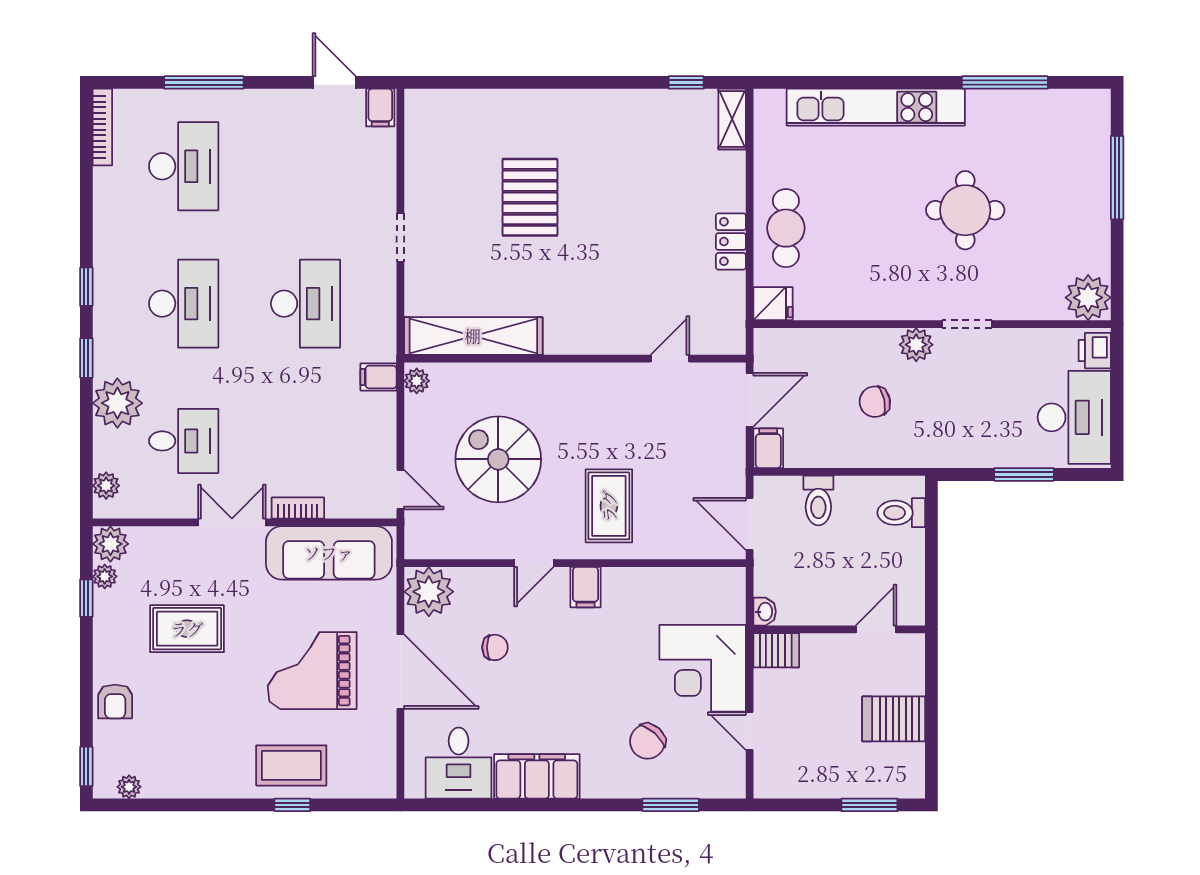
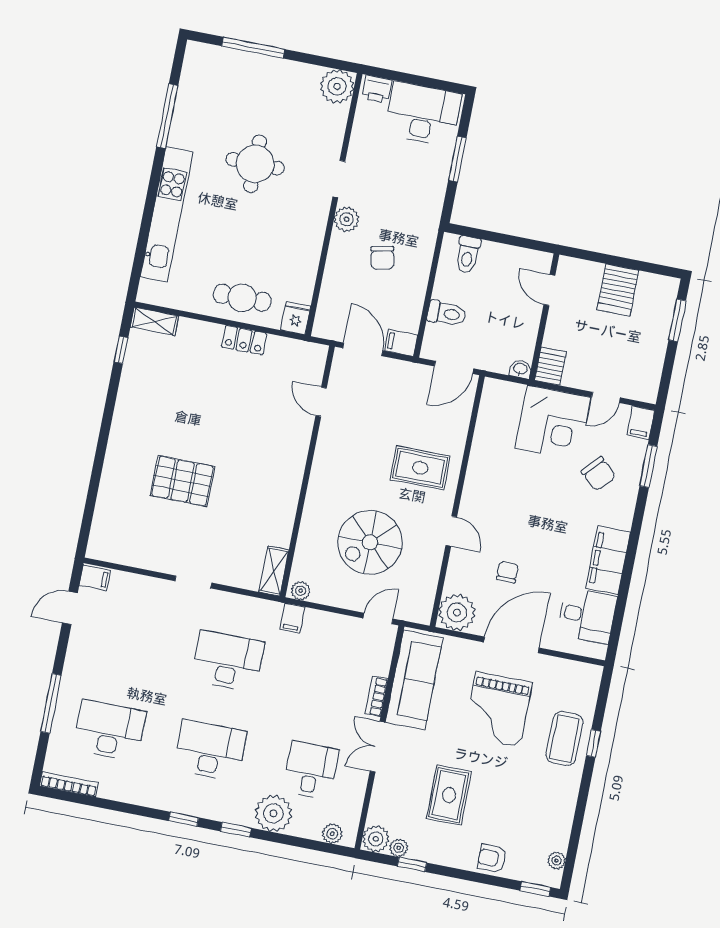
shelving: (473, 336) -> (274, 571), width x0.45, depth x0.75
filing cabinet: (585, 587) -> (641, 423), moved, turned 90
armchair: (115, 702) -> (492, 858), turned 180

